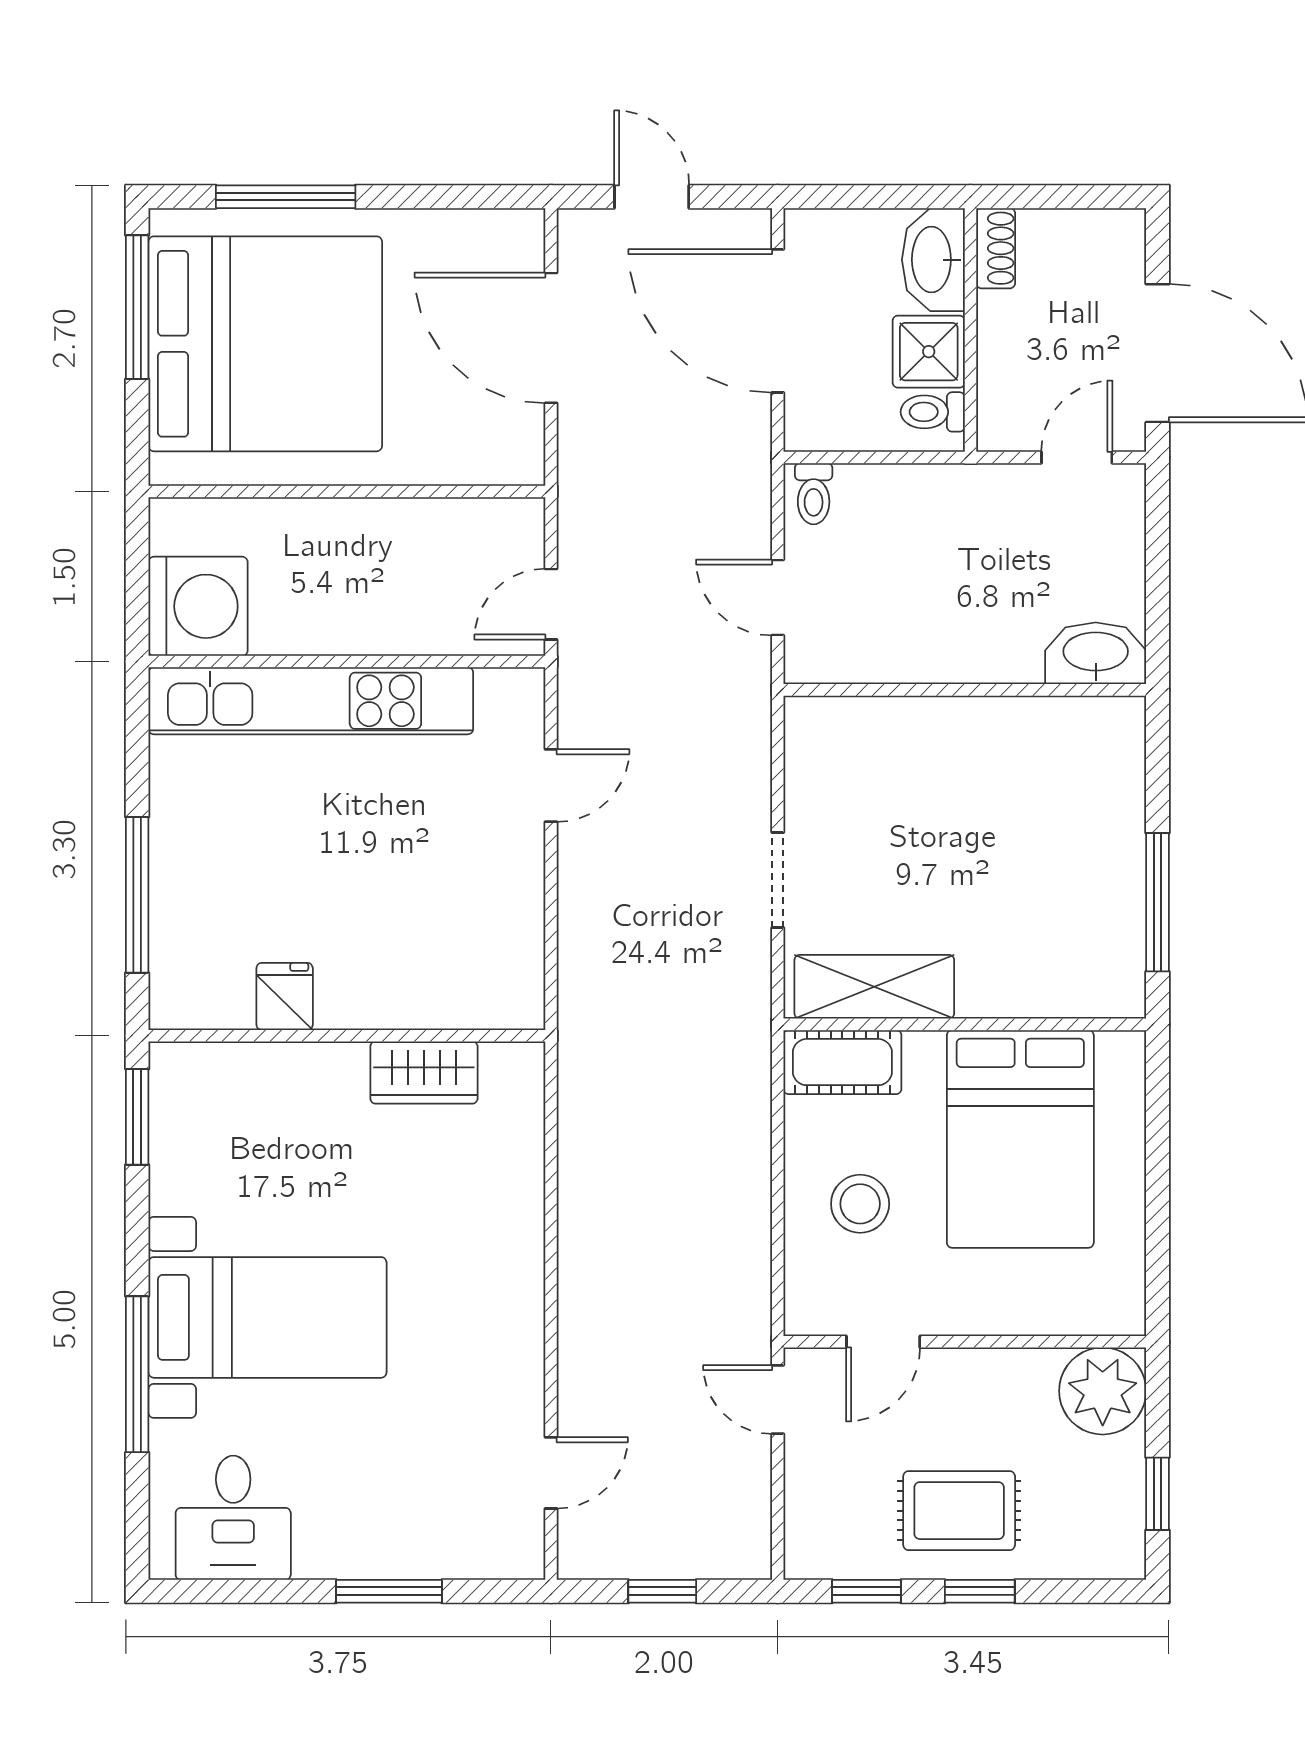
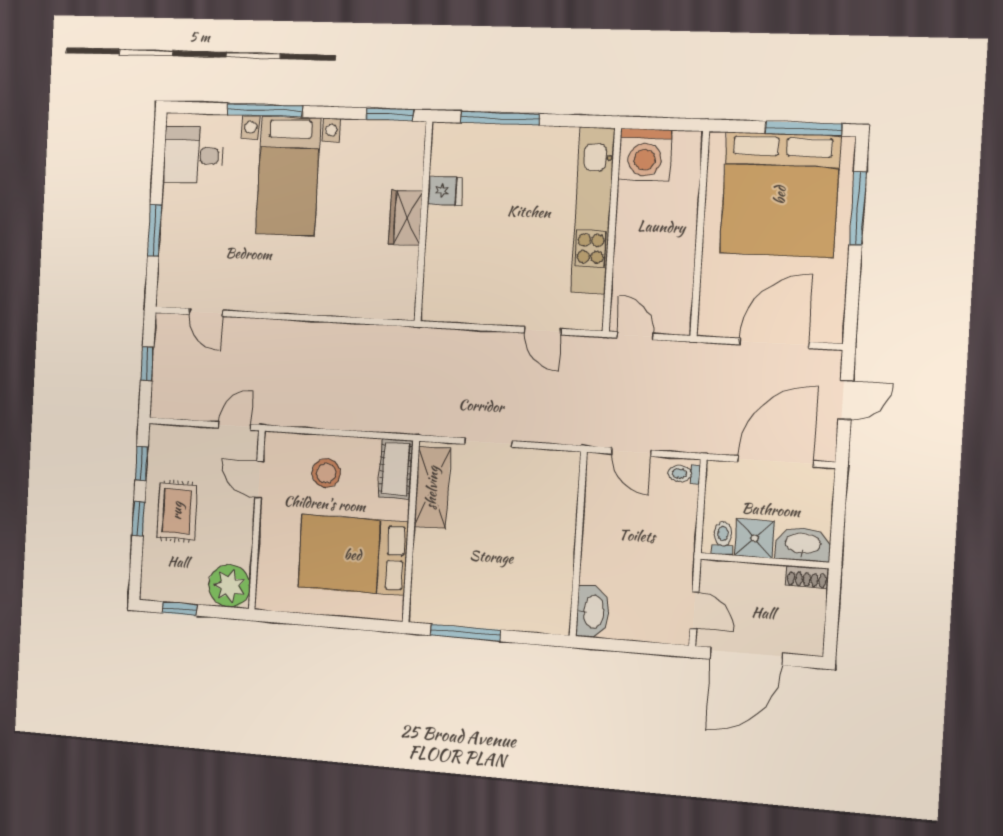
door: (778, 597) -> (631, 452), swing flipped
wardrobe: (424, 1072) -> (405, 218), moved

